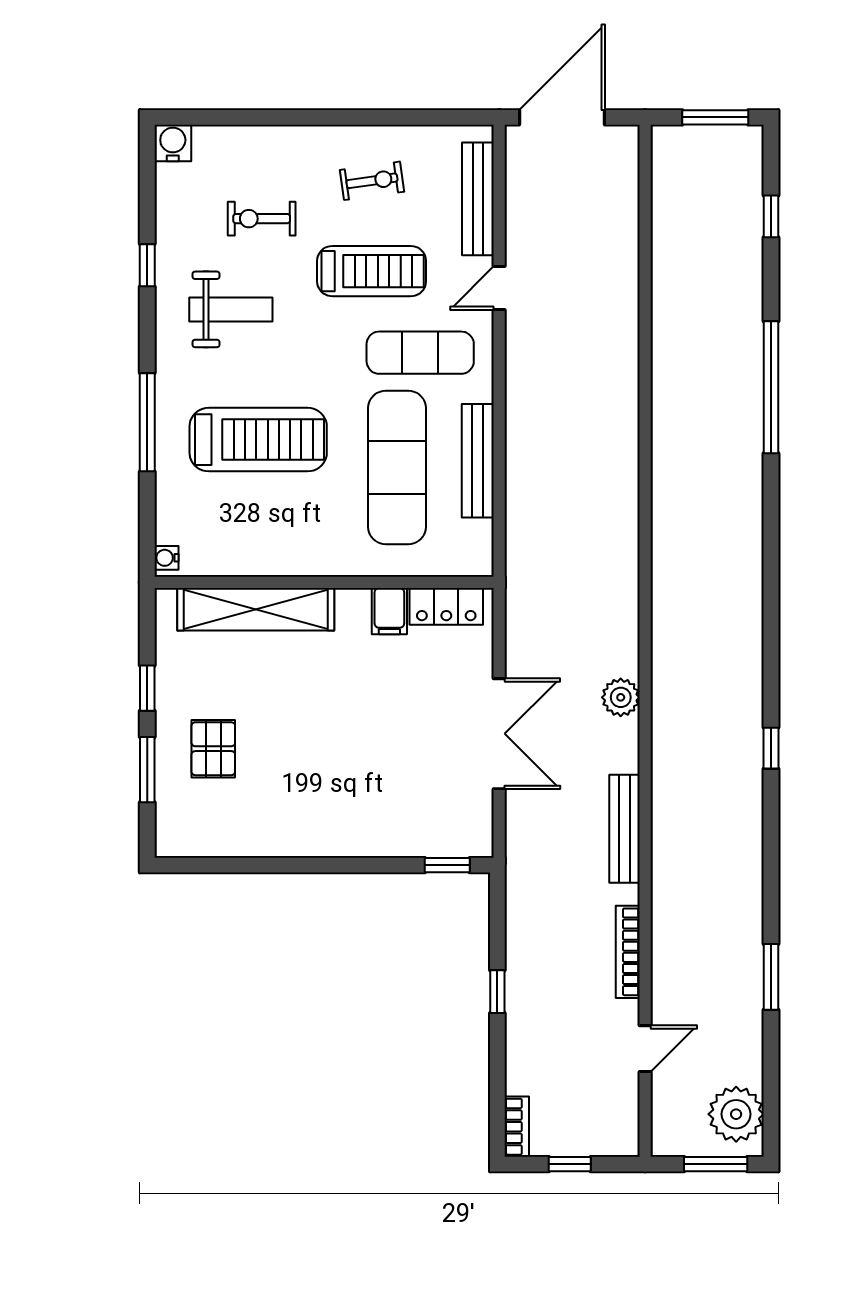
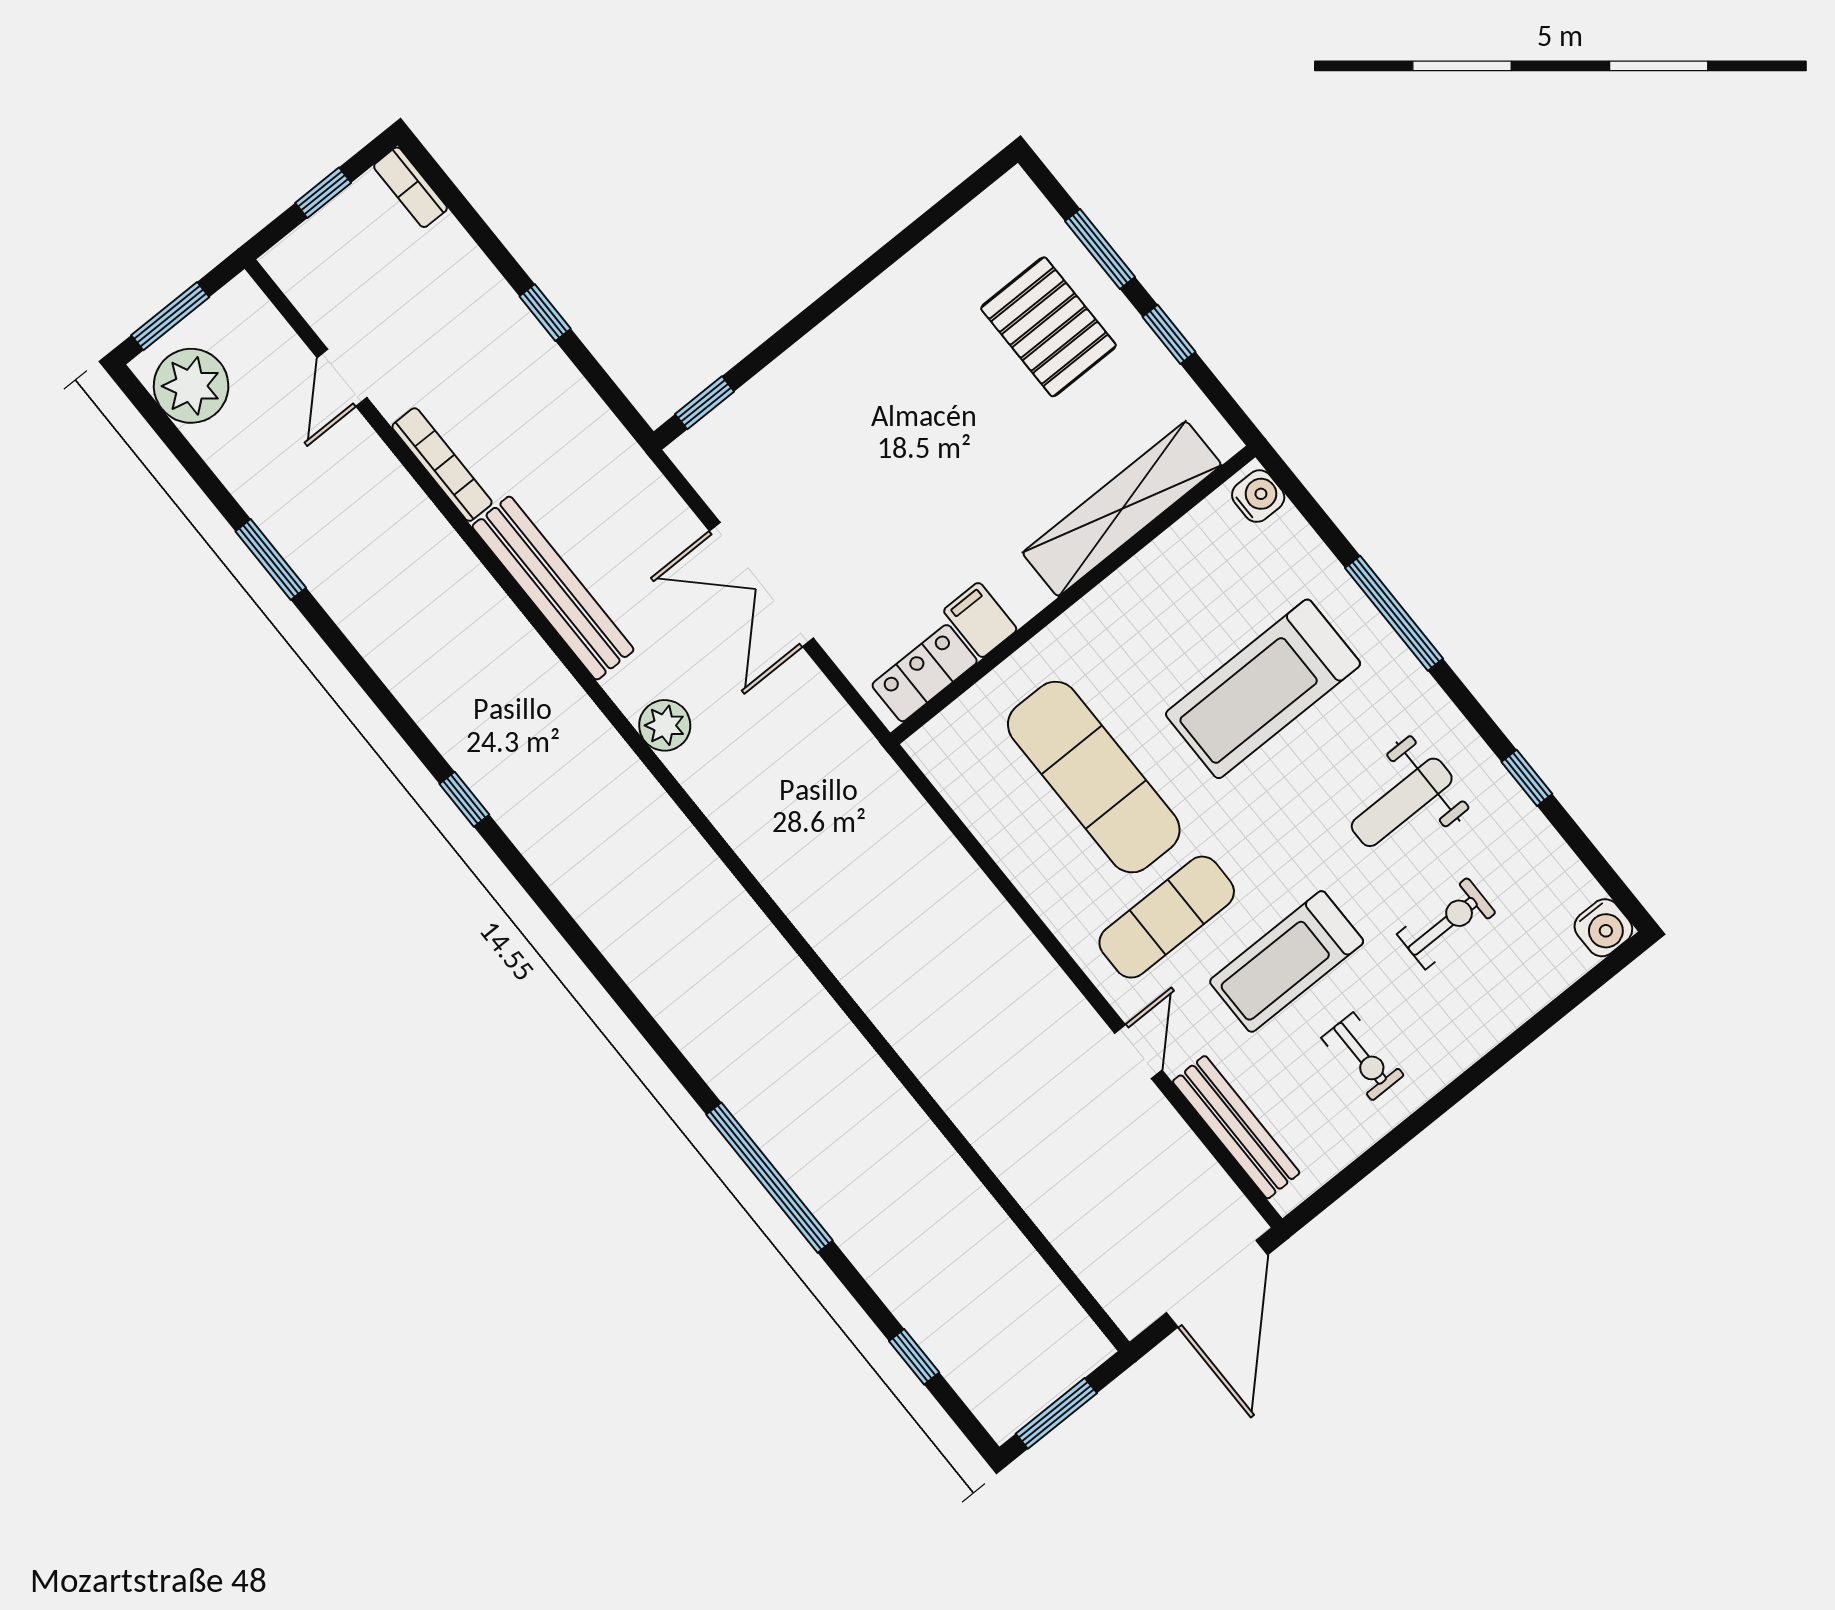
exercise bike: (372, 181) -> (1363, 1056), turned -82
bench: (478, 461) -> (1015, 853), removed
water cooler: (167, 558) -> (1258, 496), width x1.38, depth x1.38
pallet: (213, 749) -> (1048, 327), width x1.50, depth x1.42
bench: (624, 829) -> (553, 588), width x1.37, depth x1.21

